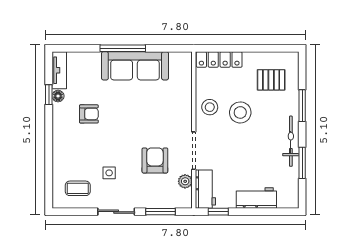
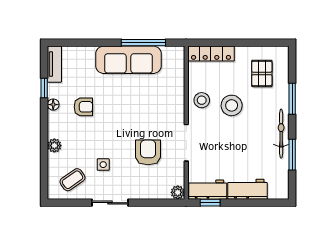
window: (123, 48) -> (143, 43), moved
pallet: (271, 80) -> (262, 73), turned 90
floor lamp: (58, 96) -> (53, 105), moved
plant: (59, 153) -> (54, 146), added
plant: (185, 181) -> (178, 192), moved
coffee table: (78, 188) -> (72, 180), turned -35
workbench: (205, 189) -> (208, 190), moved, turned -90
window: (161, 212) -> (154, 203), removed

